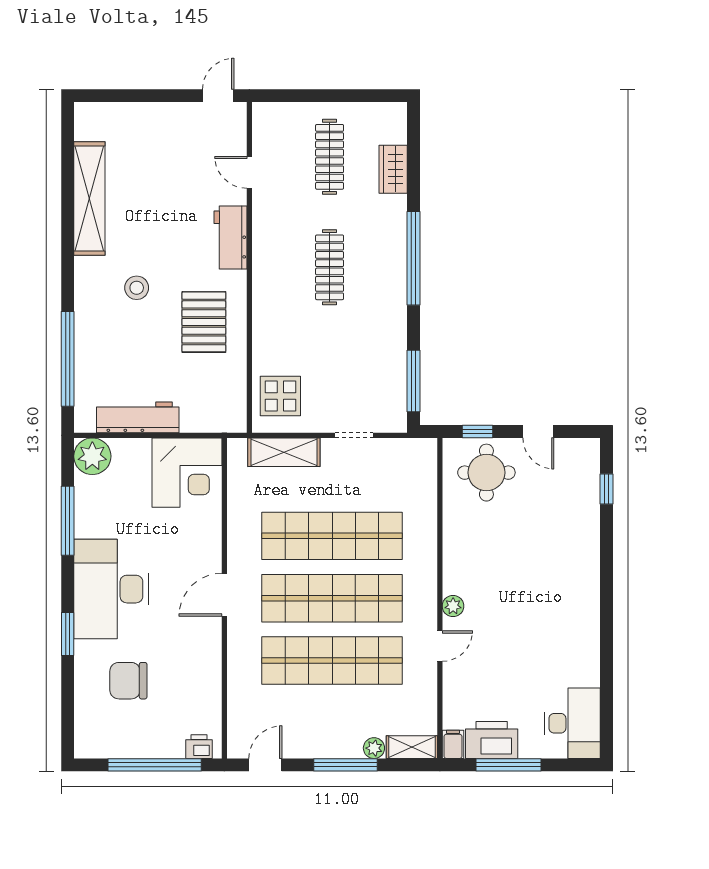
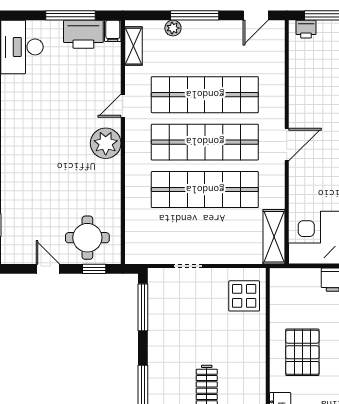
shelving: (284, 452) -> (274, 237), moved, turned 90
plant: (453, 606) -> (106, 143), width x1.88, depth x1.88
shelving: (412, 747) -> (133, 46), moved, turned 90

